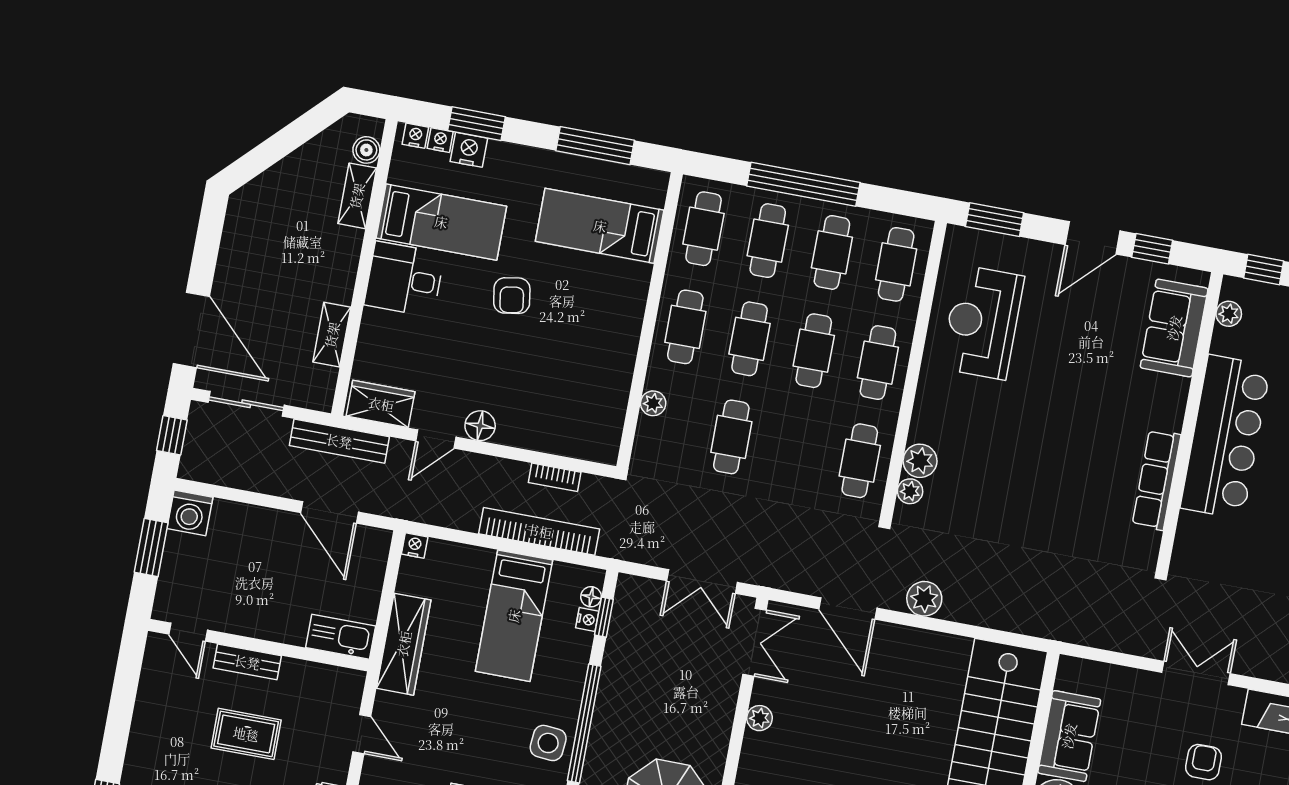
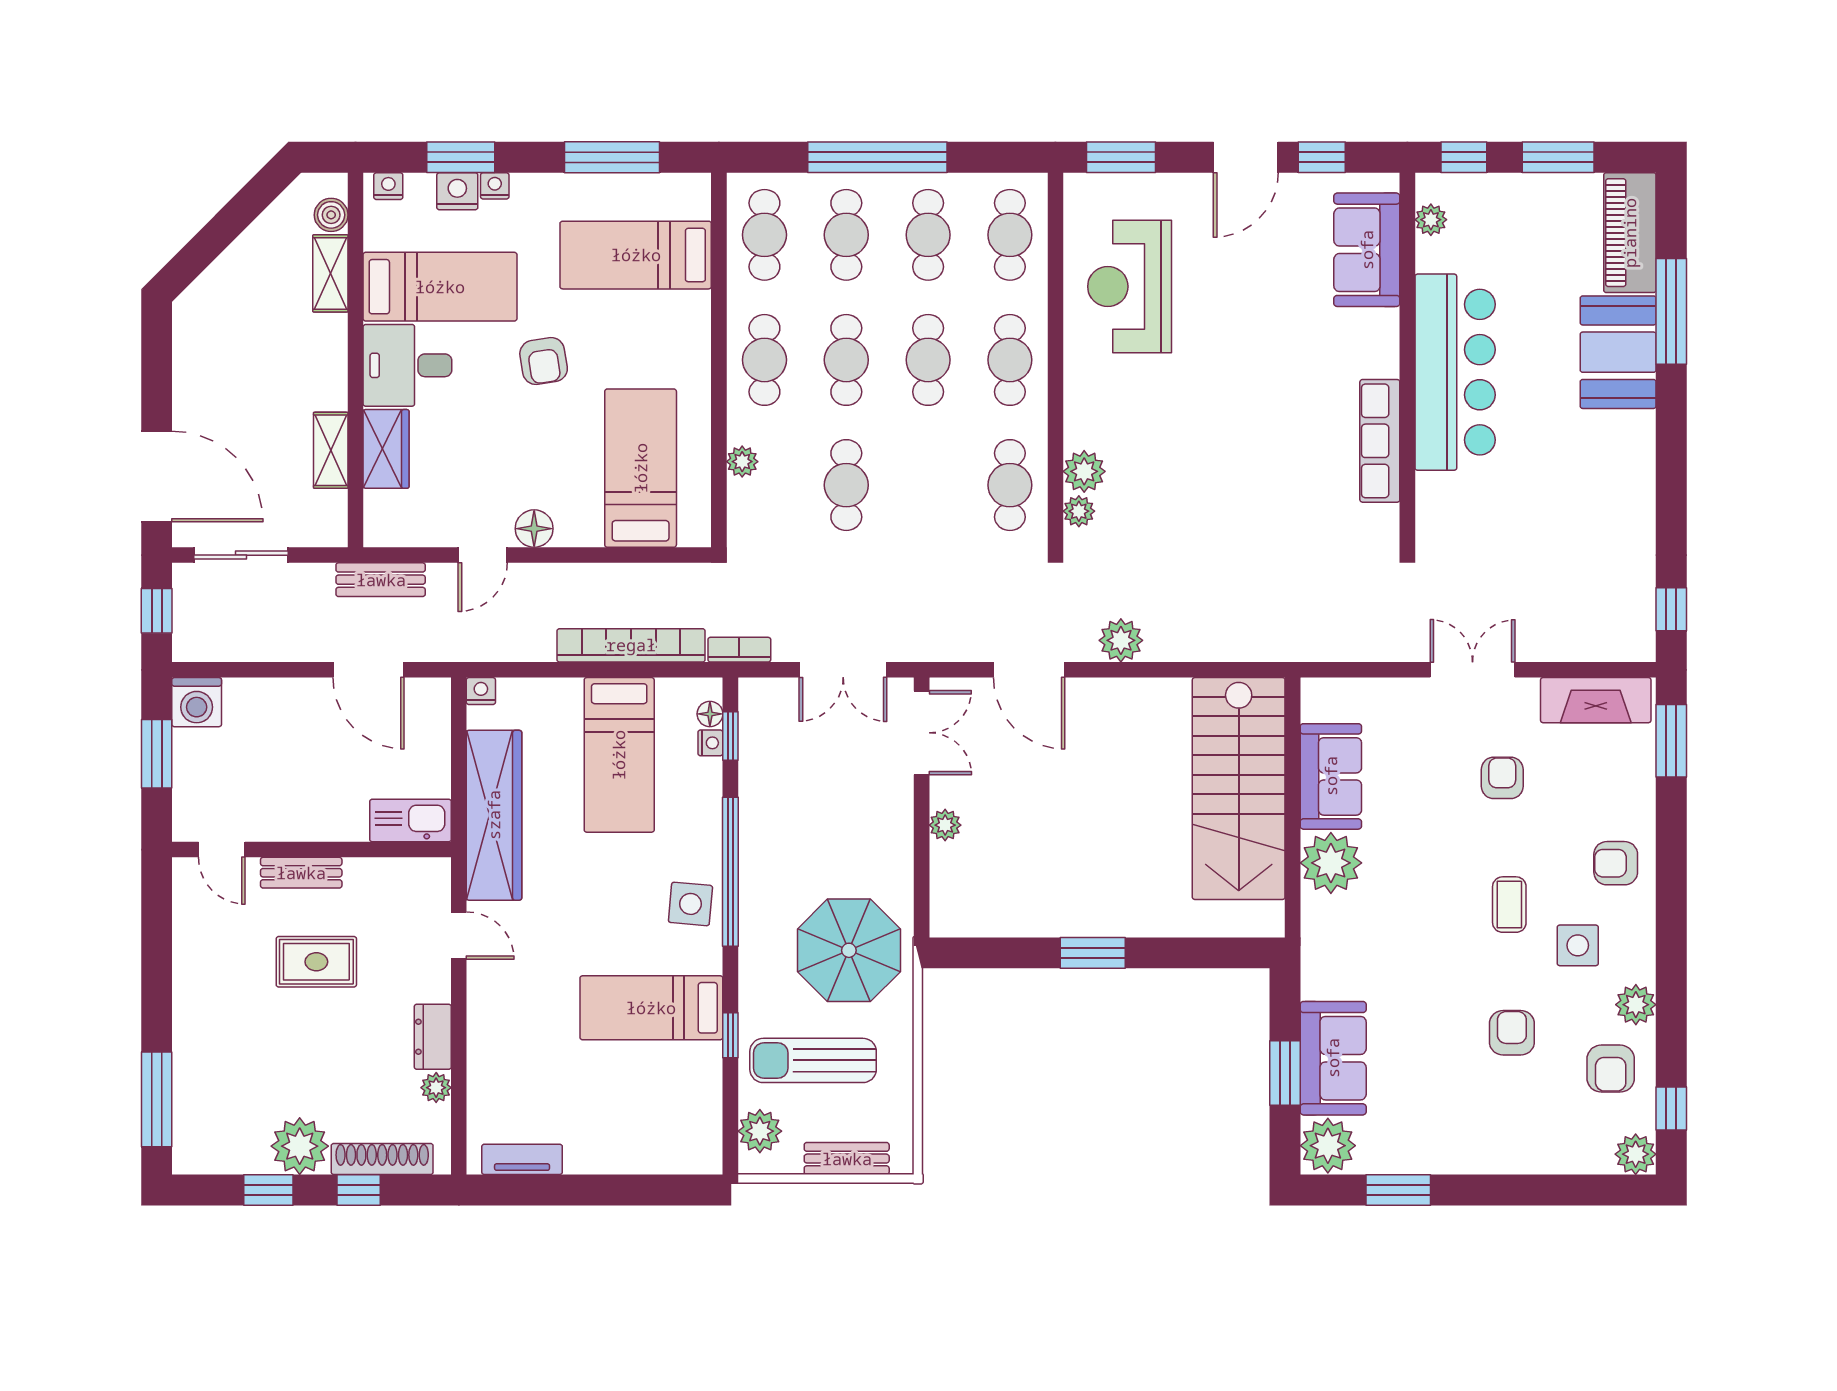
nightstand: (440, 140) -> (495, 186), moved
bed: (572, 394) -> (641, 468), added
wardrobe: (381, 404) -> (386, 449), moved, turned 90
bench: (339, 441) -> (381, 580), width x0.73
bookcase: (555, 477) -> (739, 650), moved, turned 180
wardrobe: (404, 644) -> (494, 815), width x1.40, depth x1.17

